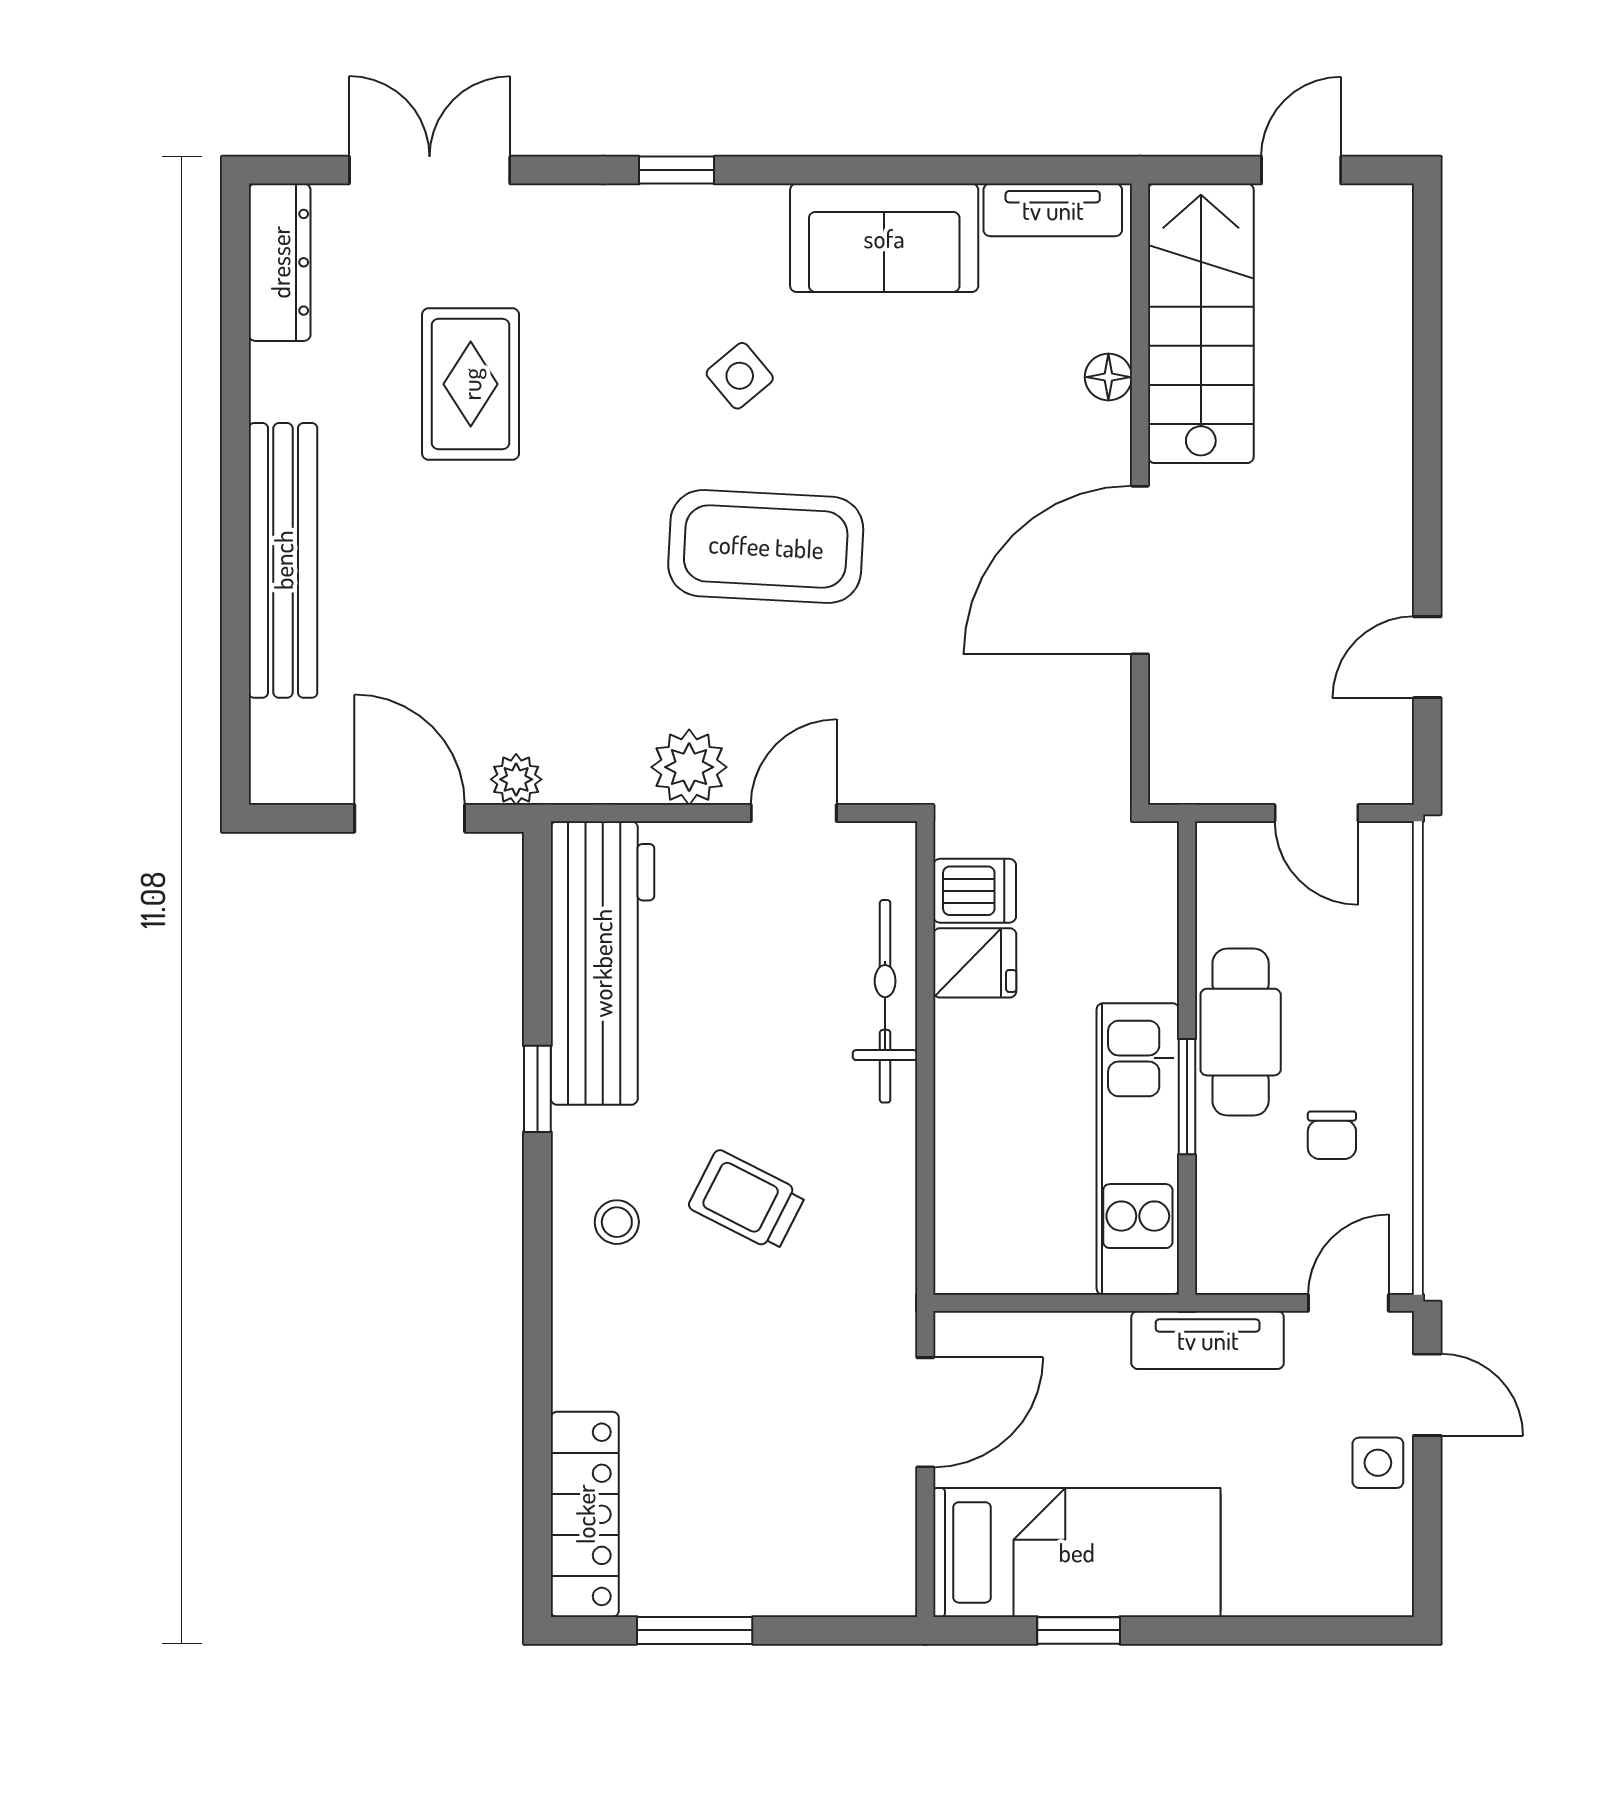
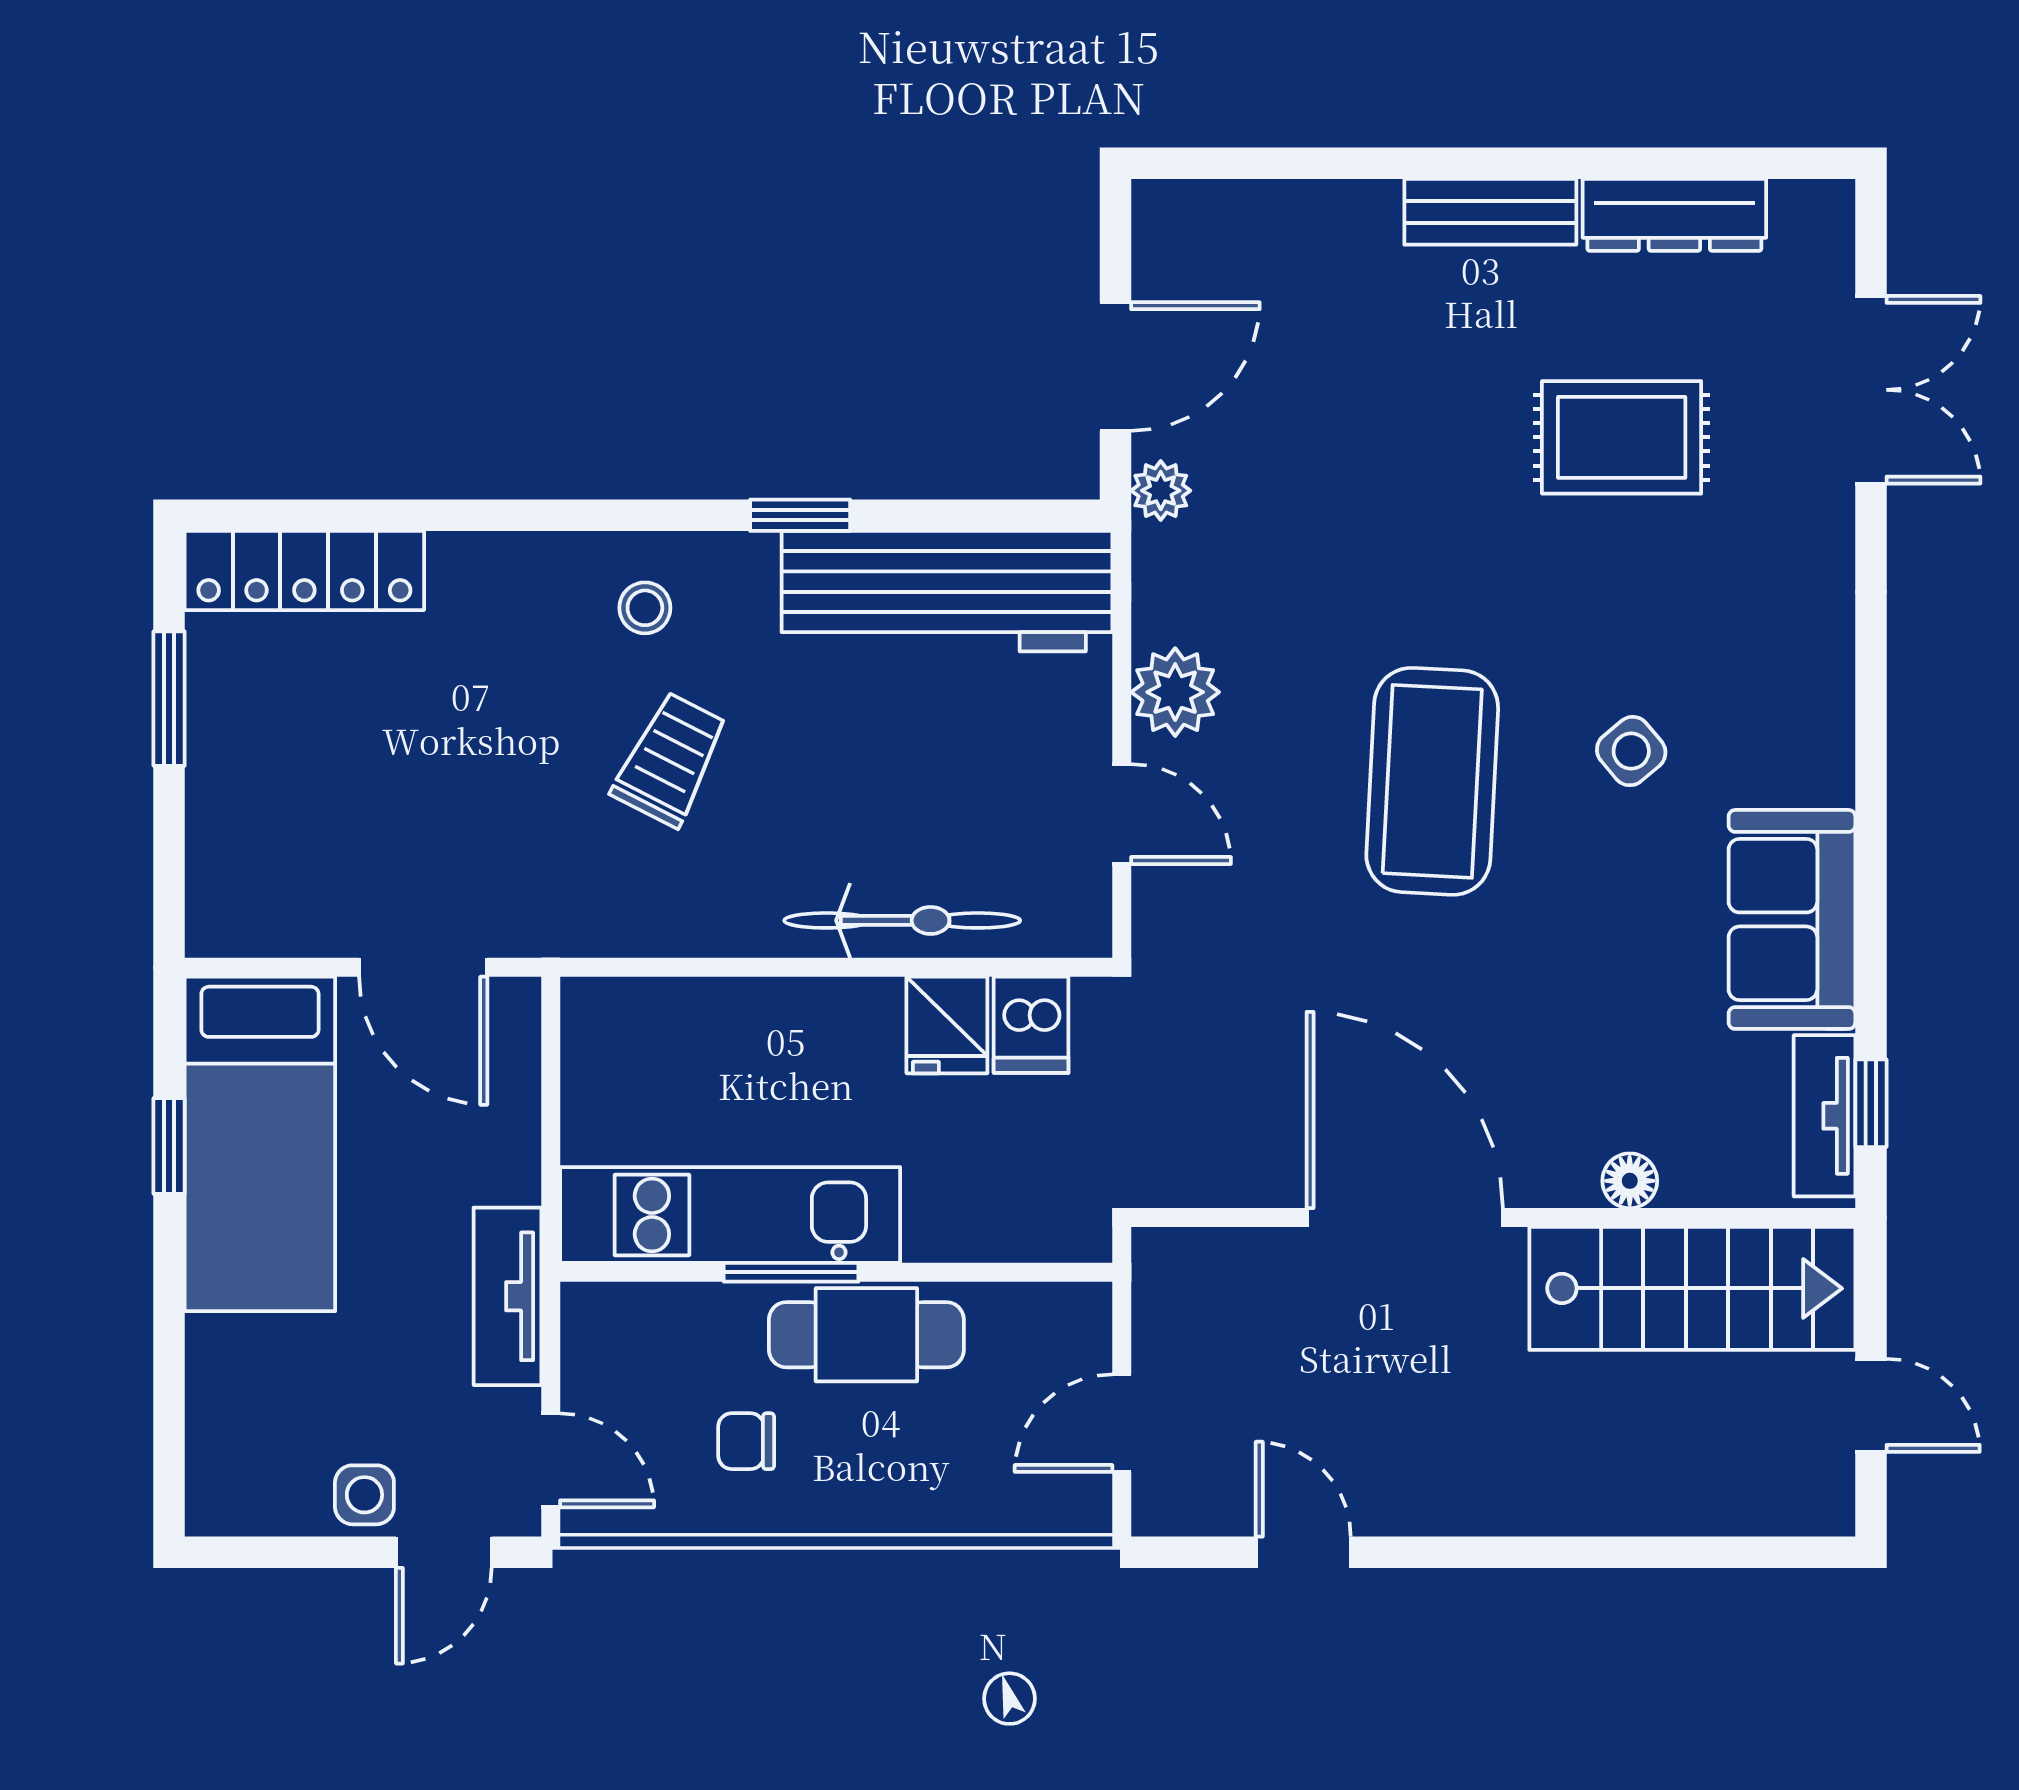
window: (677, 170) -> (1871, 1103), moved
dresser: (280, 262) -> (1674, 215), moved
bench: (283, 560) -> (1490, 212), width x0.54, depth x0.82

